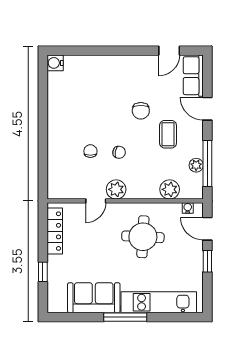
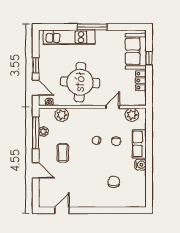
water cooler: (55, 63) -> (141, 165), moved
row of seats: (193, 76) -> (139, 144), moved, turned 180
chair: (141, 111) -> (114, 182), moved
plant: (116, 189) -> (132, 115), moved
locker: (55, 231) -> (141, 81), width x0.66
round table: (143, 237) -> (80, 82), width x1.36, depth x1.36
sofa: (94, 298) -> (136, 51), moved, turned 90

